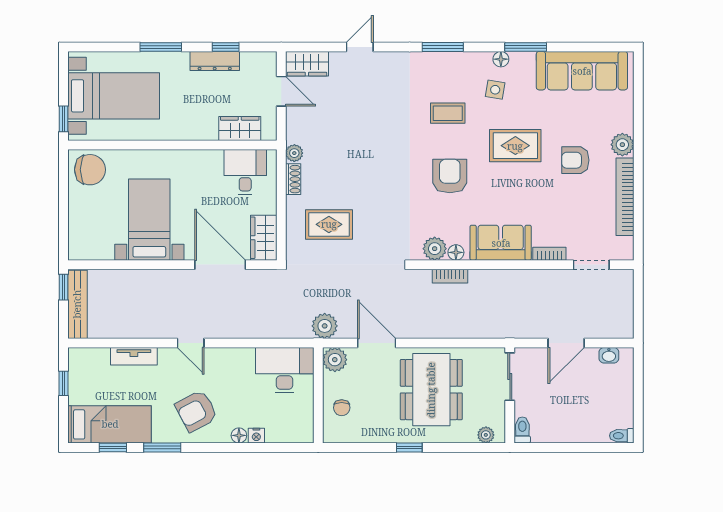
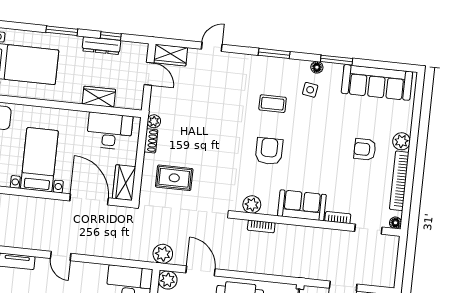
wardrobe: (240, 128) -> (99, 97), moved
rug: (515, 146) -> (321, 133), removed
desk: (245, 172) -> (109, 131), width x1.37
floor lamp: (456, 252) -> (396, 223), moved

